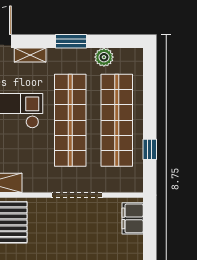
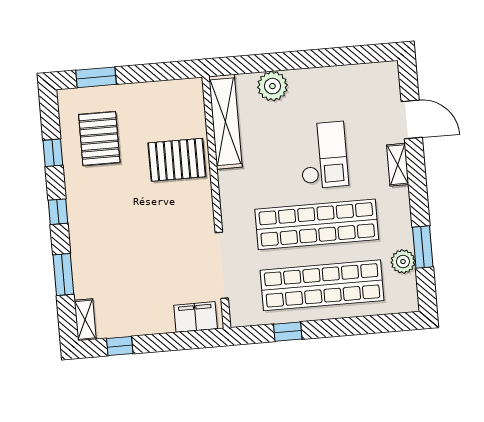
window: (71, 41) -> (423, 247), moved
doorway: (77, 195) -> (222, 265), moved

